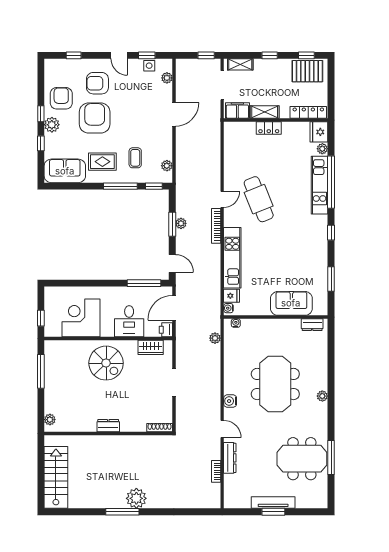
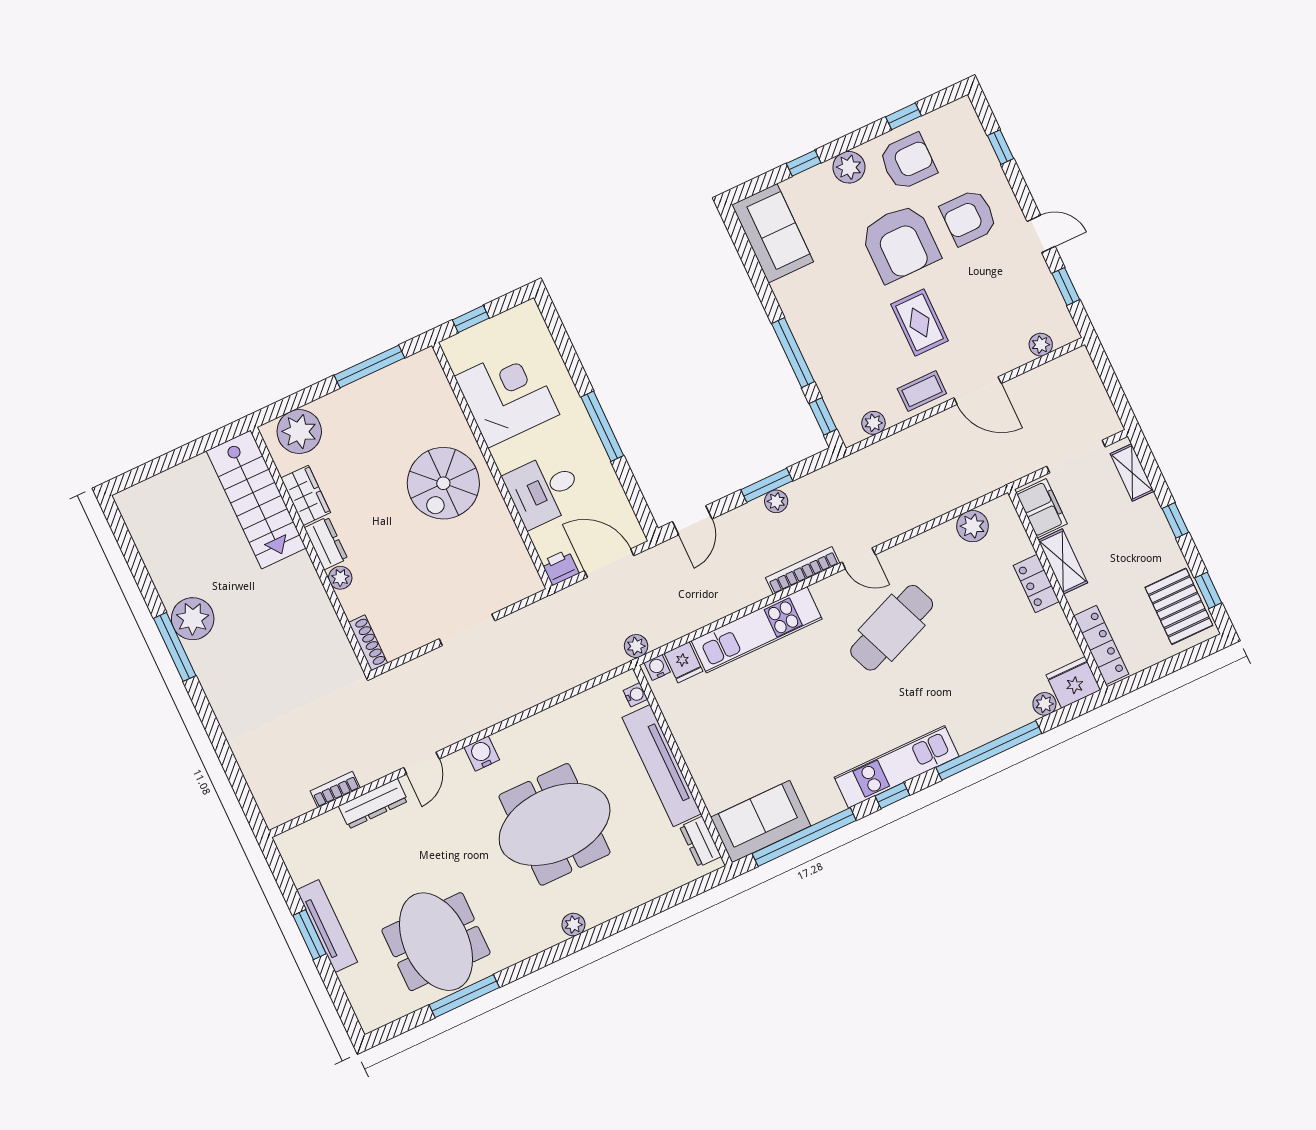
door: (119, 55) -> (1041, 234), swing flipped
window: (206, 55) -> (1119, 399), removed
side table: (149, 66) -> (1048, 300), removed
armchair: (97, 83) -> (969, 217), turned -90
window: (41, 114) -> (903, 116), moved
armchair: (95, 118) -> (900, 243), turned 90
plant: (231, 144) -> (973, 526), added
coffee table: (135, 158) -> (922, 391), moved
rug: (102, 162) -> (920, 322), moved
kitchen unit: (320, 185) -> (897, 767), moved
window: (331, 279) -> (804, 837), width x2.11
window: (144, 283) -> (602, 426), moved
sofa: (291, 303) -> (761, 822), moved, turned -90
tv unit: (272, 326) -> (662, 766), added
plant: (215, 338) -> (636, 646), moved
wardrobe: (151, 347) -> (306, 495), moved, turned 180
plant: (50, 420) -> (299, 432), width x1.88, depth x1.88
plant: (126, 427) -> (340, 578), added
stairs: (56, 477) -> (256, 499), moved, turned 90
plant: (136, 498) -> (193, 619), moved

